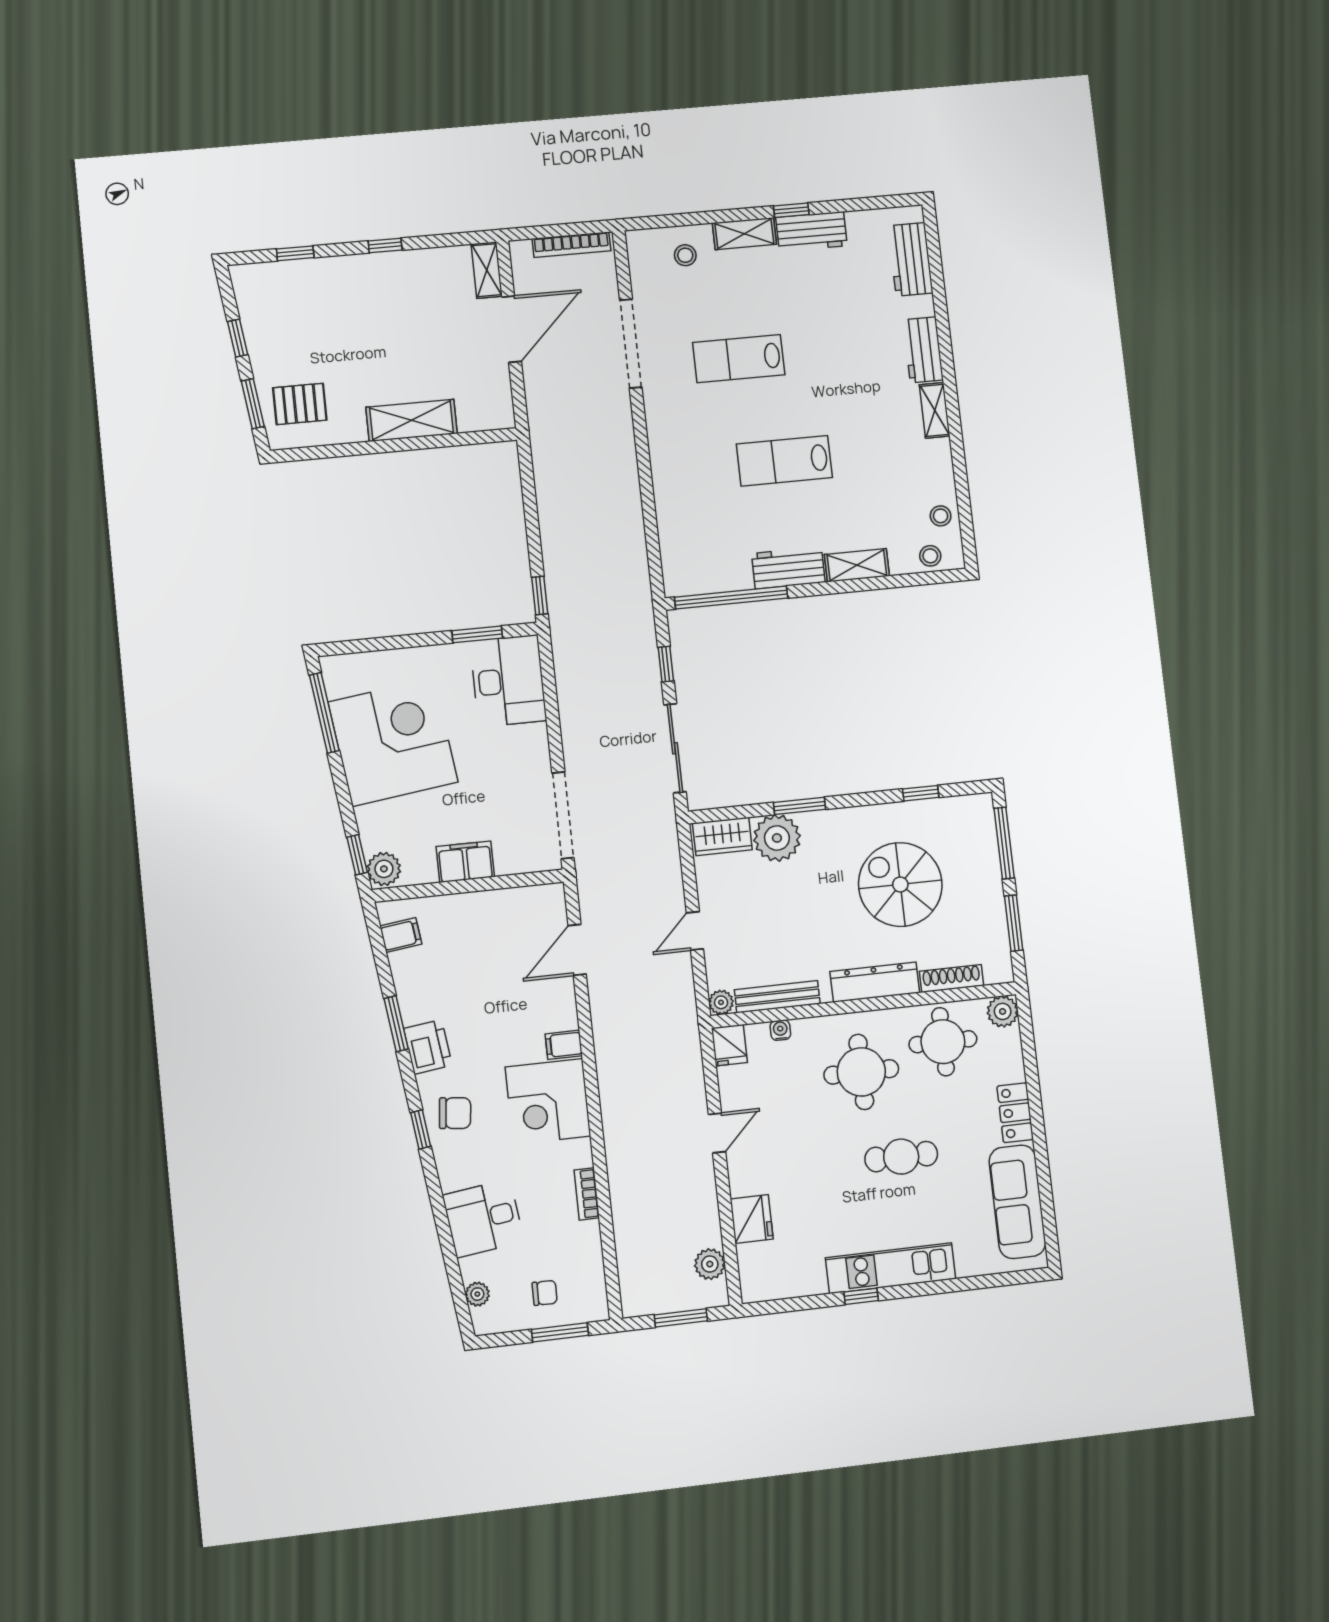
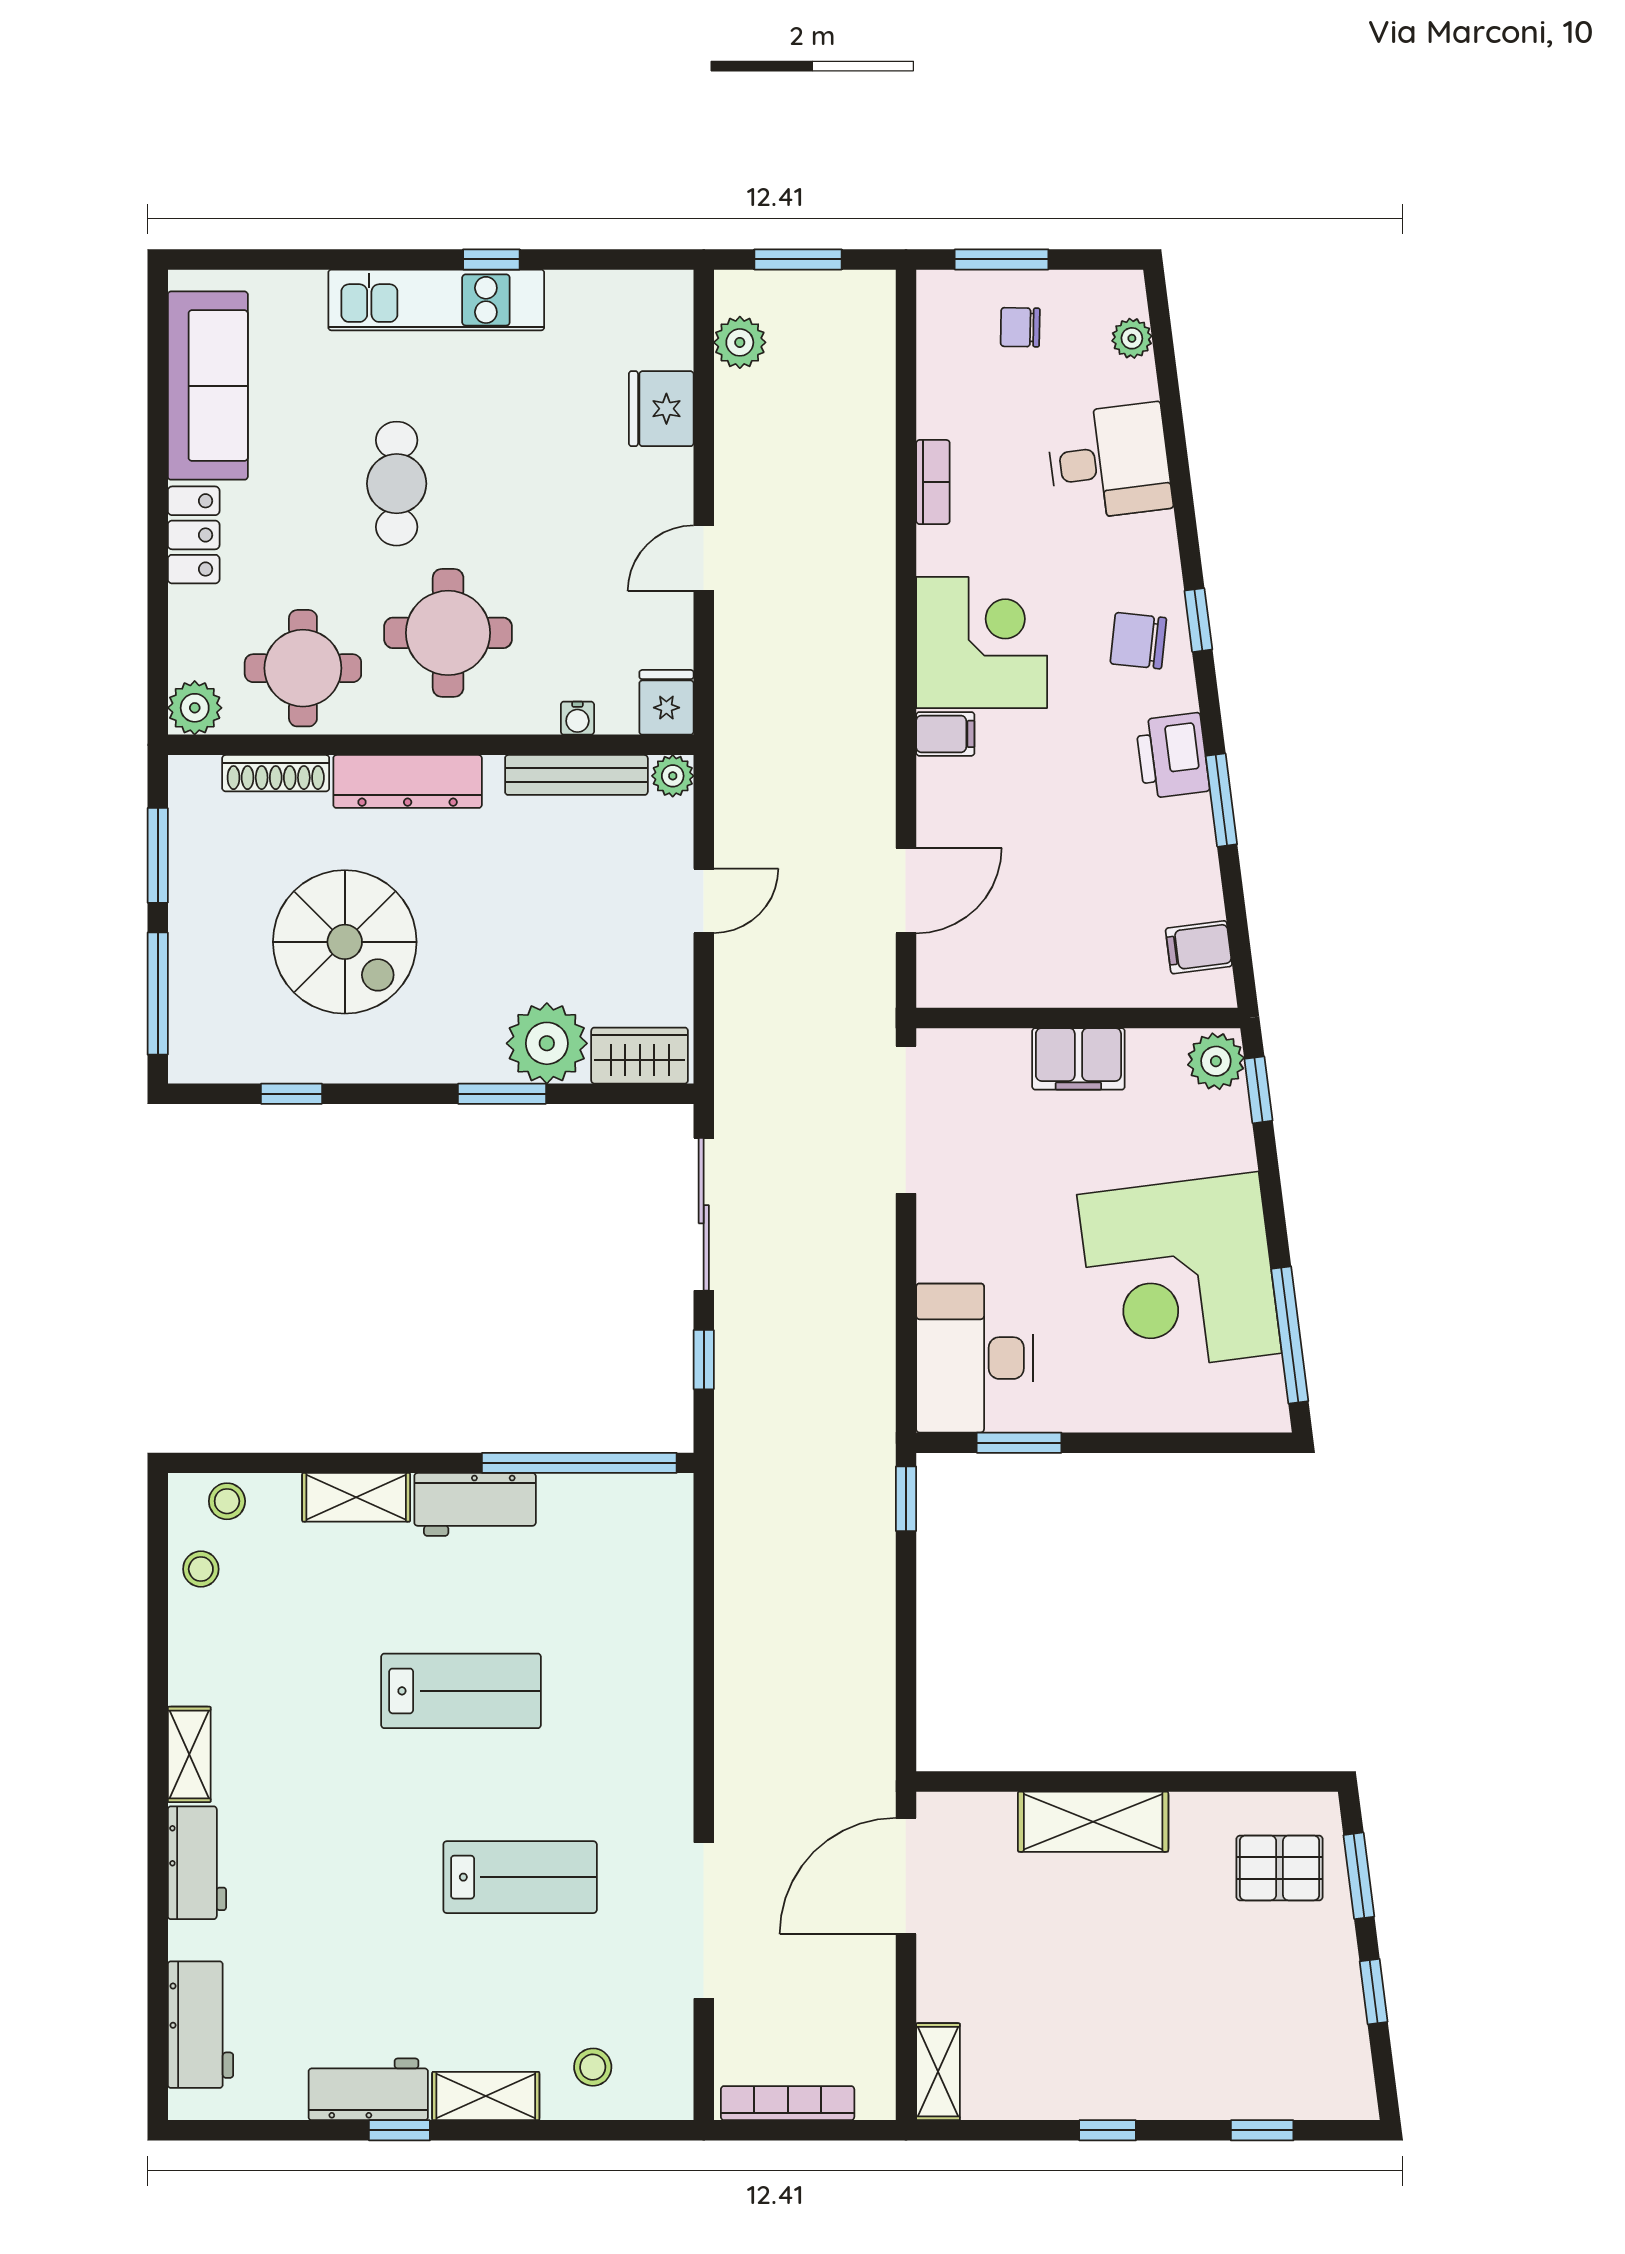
door: (512, 329) -> (906, 1876), moved
cafe table: (901, 1157) -> (397, 484), turned 90

